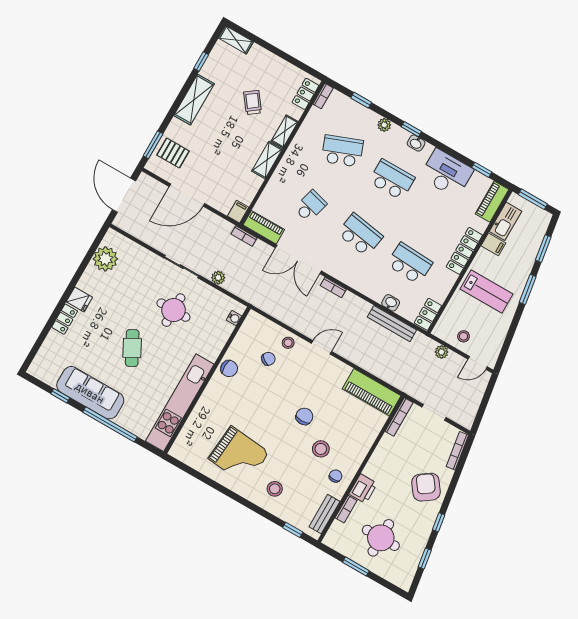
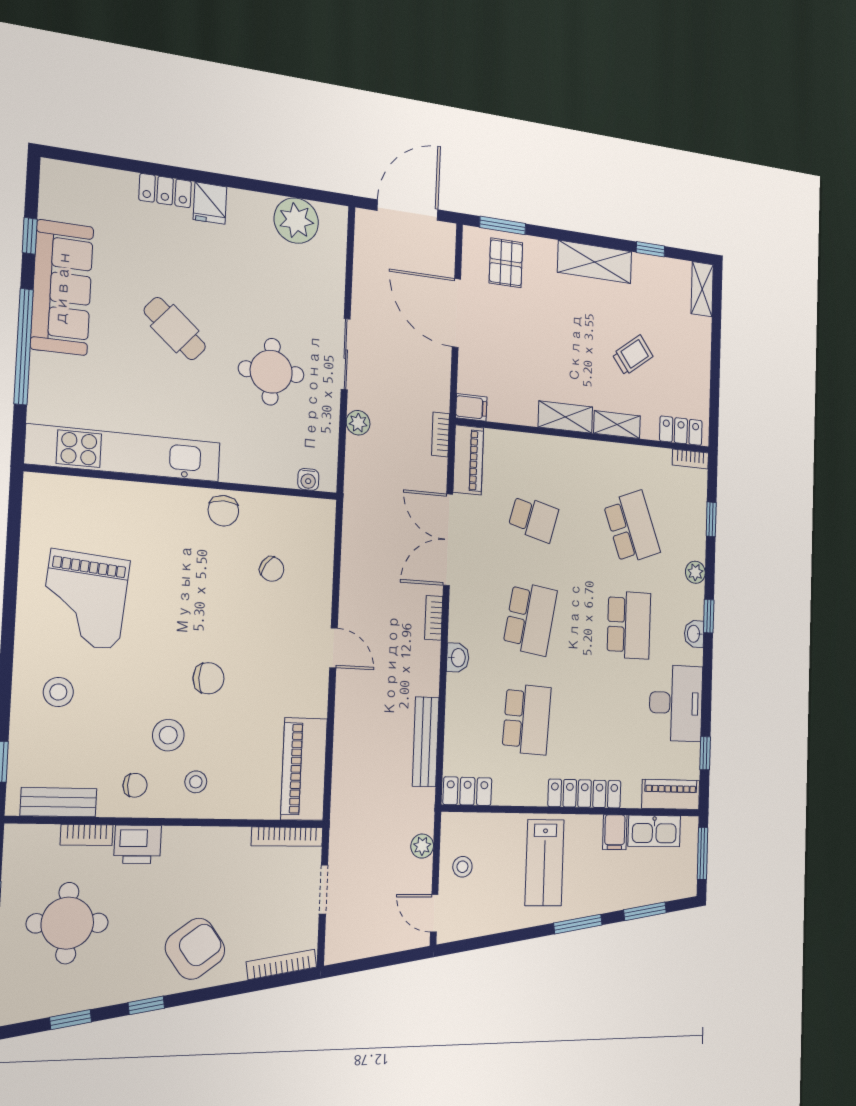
washbasin: (391, 303) -> (458, 658), moved
stool: (288, 343) -> (196, 782), moved
cafe table: (132, 348) -> (175, 329), turned 69

